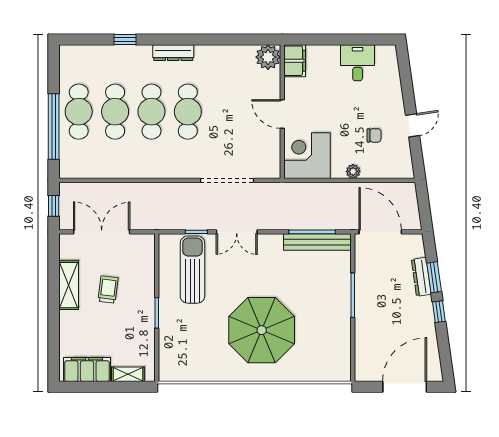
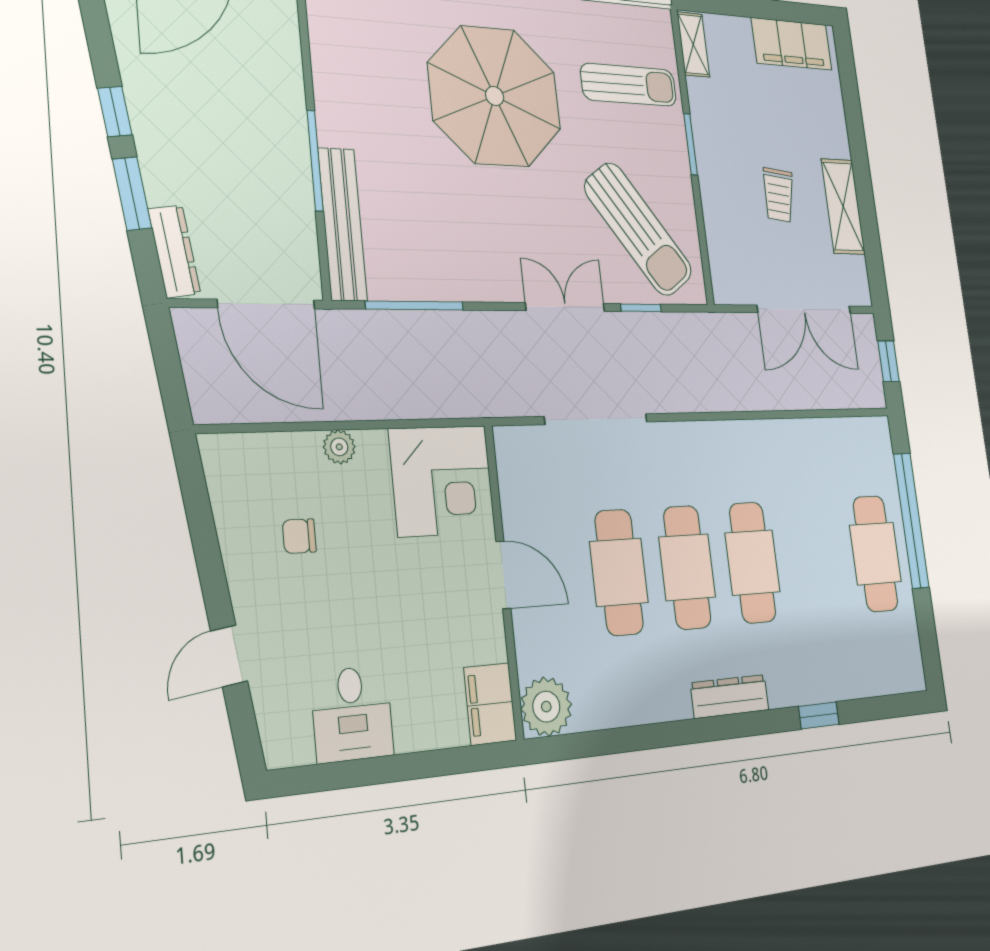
cafe table: (115, 112) -> (619, 572), moved
door: (413, 125) -> (229, 656), moved
bench: (317, 242) -> (342, 224), moved, turned 90
sun lounger: (192, 270) -> (638, 229), turned -36
dresser: (421, 277) -> (174, 251), moved
sun lounger: (188, 341) -> (629, 85), added
shelving: (128, 374) -> (693, 44), moved, turned 90

